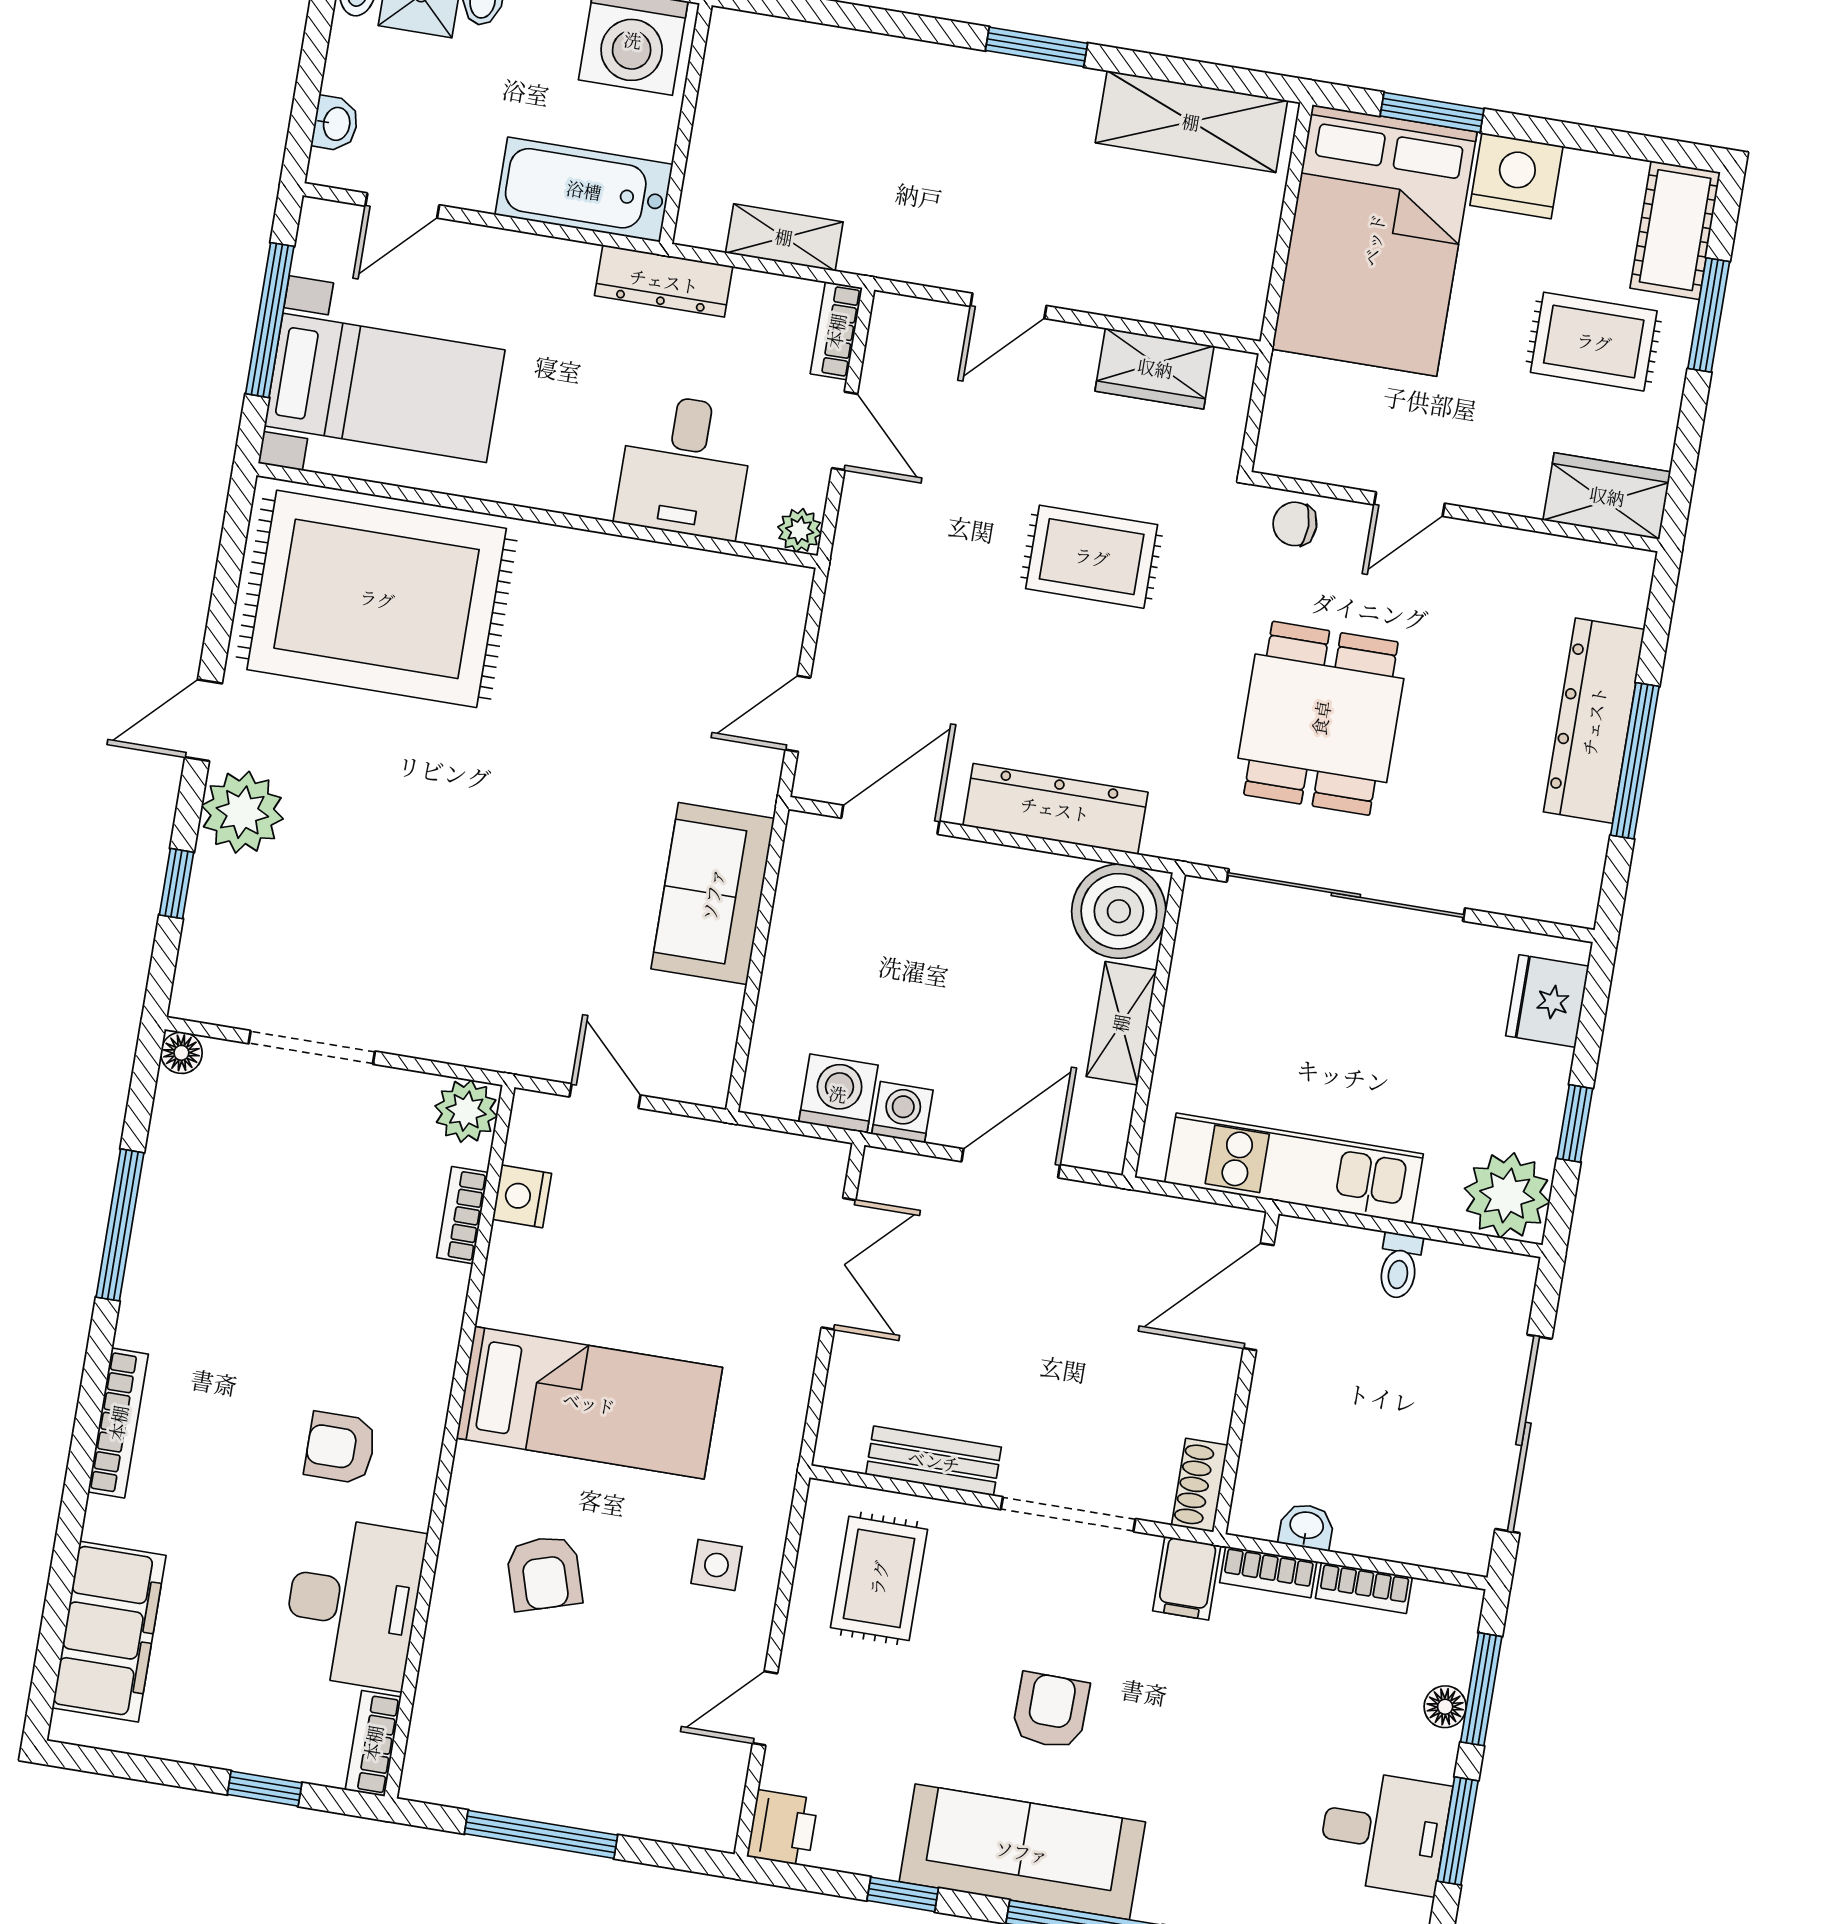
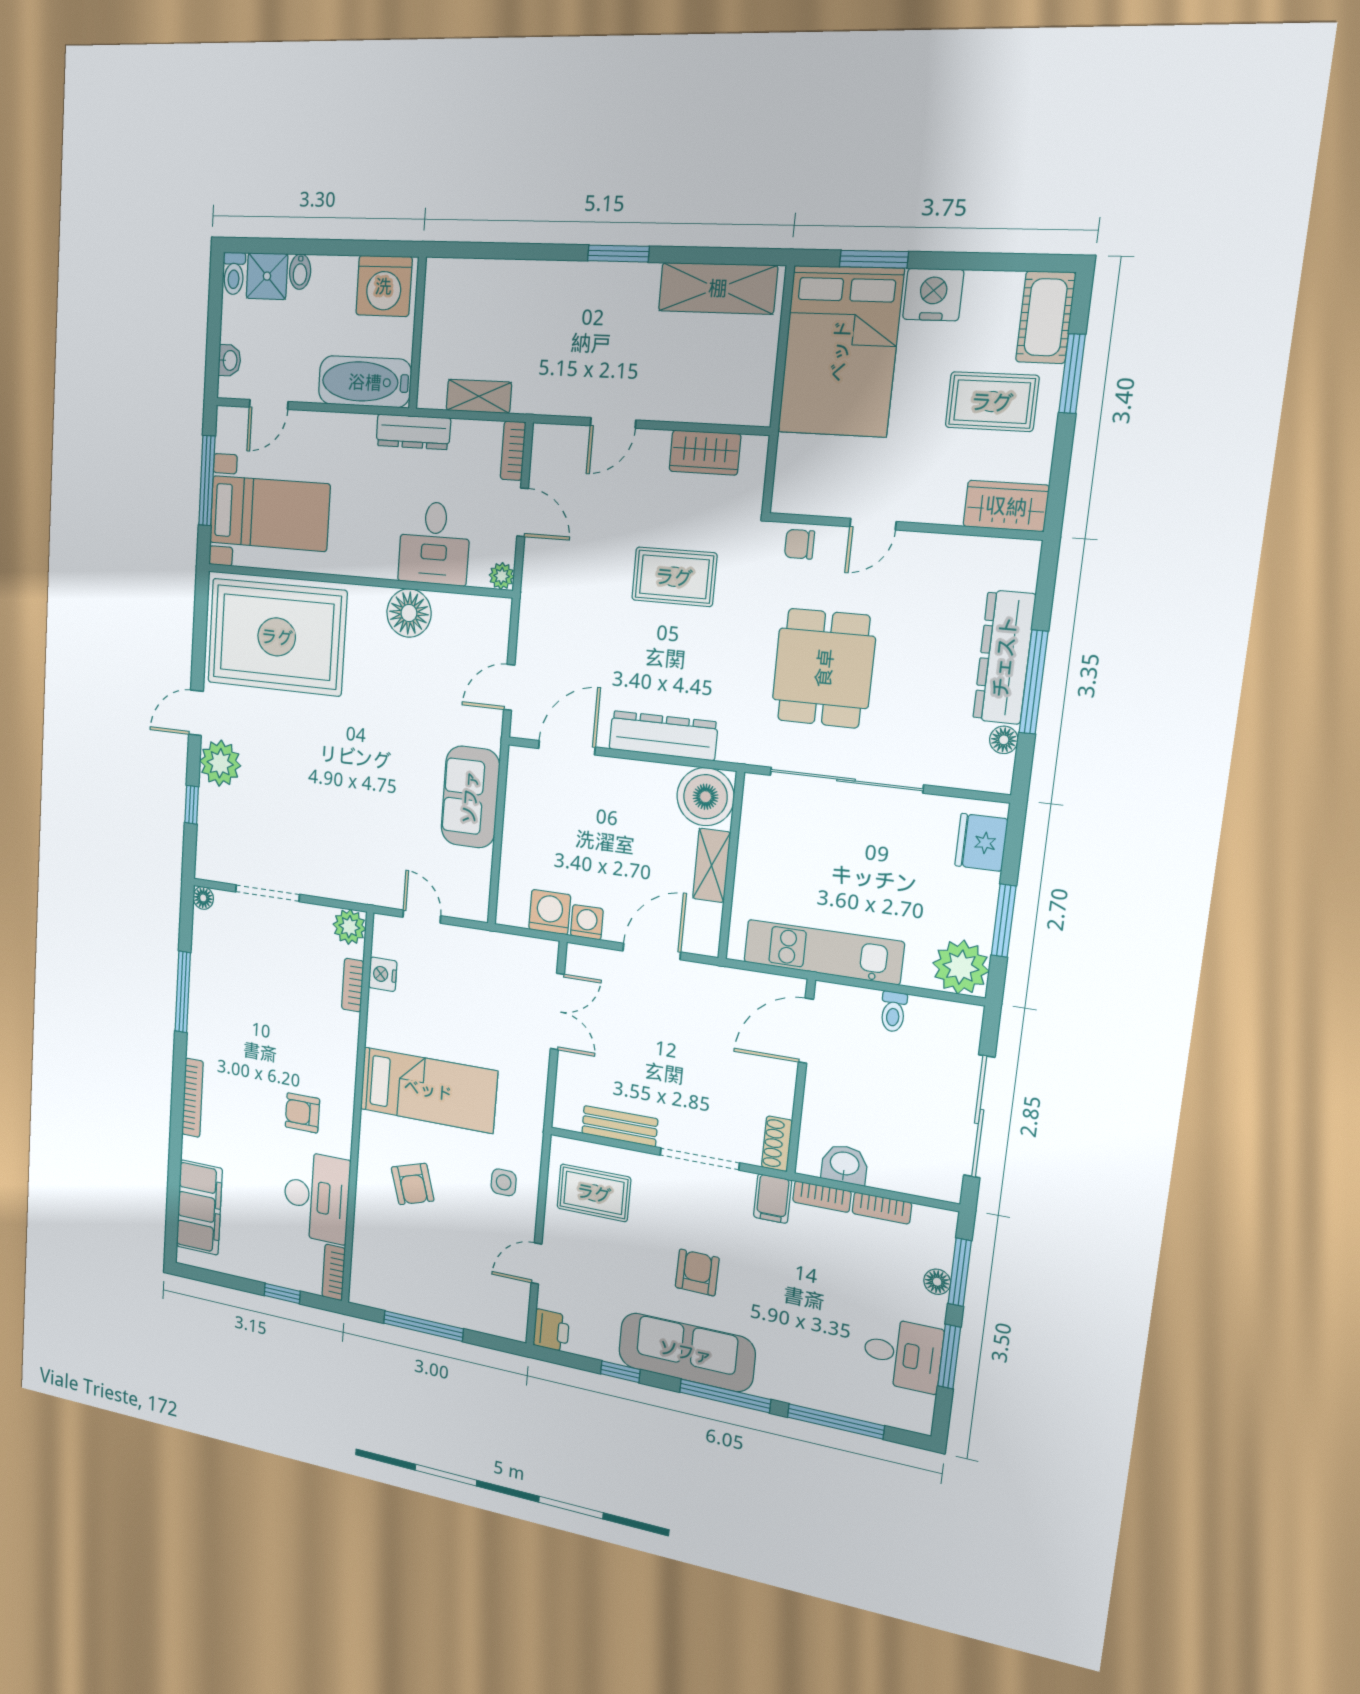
floor lamp: (629, 578) -> (409, 613), added
floor lamp: (1588, 845) -> (1004, 740), added
window: (1575, 1123) -> (1004, 921), width x1.50
washbasin: (1306, 1526) -> (845, 1164), width x1.38, depth x1.45
rug: (879, 1578) -> (594, 1193), turned 90

